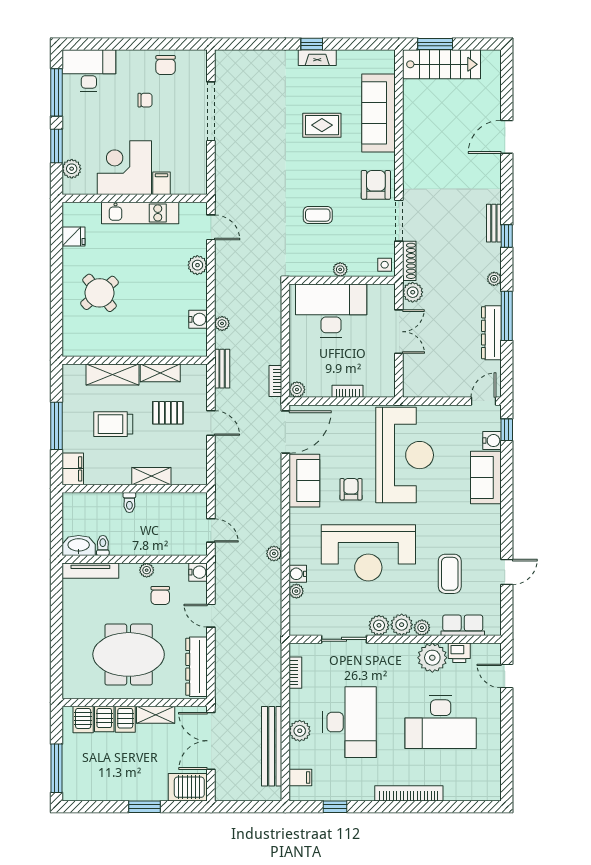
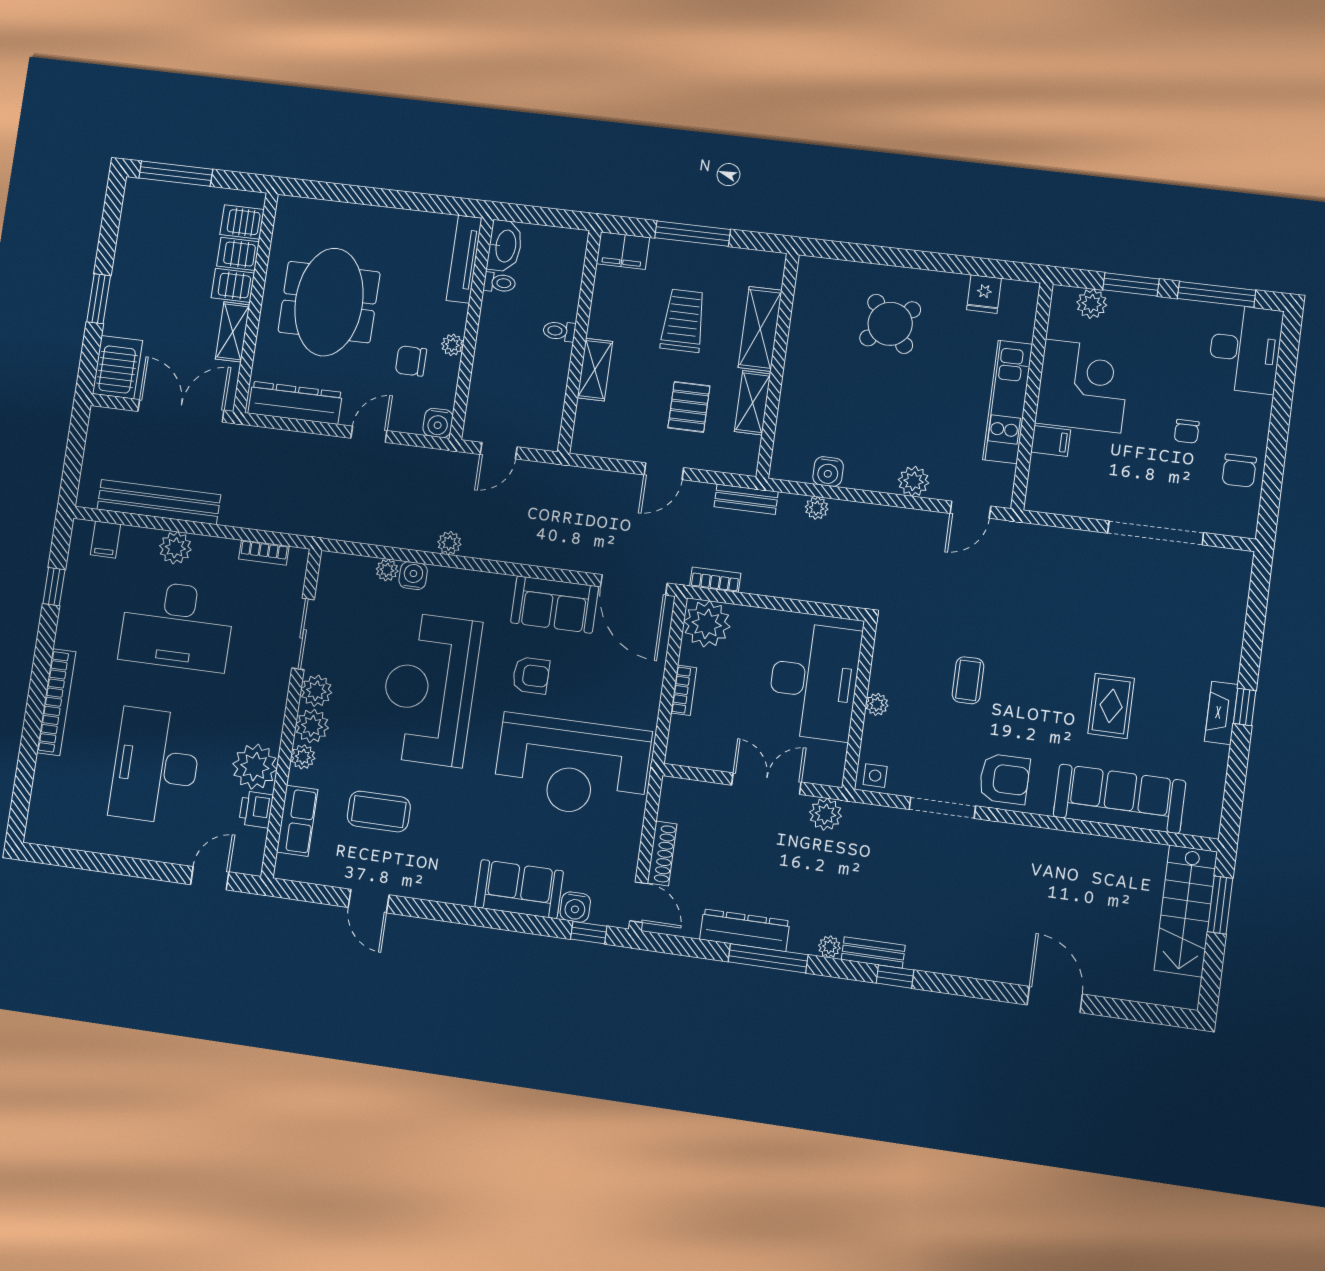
chair: (166, 65) -> (1239, 471), turned -90
bench: (494, 223) -> (873, 952), moved
shoe rack: (409, 261) -> (662, 854), moved, turned -90
double door: (399, 332) -> (766, 784), swing flipped
plant: (297, 389) -> (707, 624), width x1.88, depth x1.88

